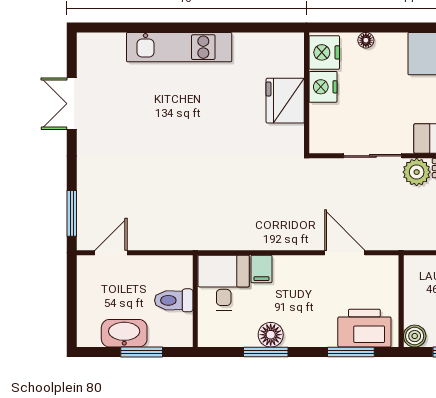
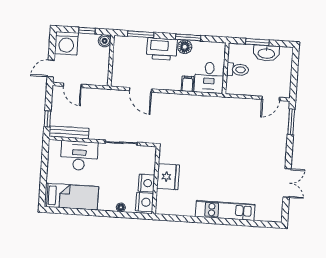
plant: (417, 172) -> (97, 132), removed
printer: (364, 328) -> (162, 49), moved

